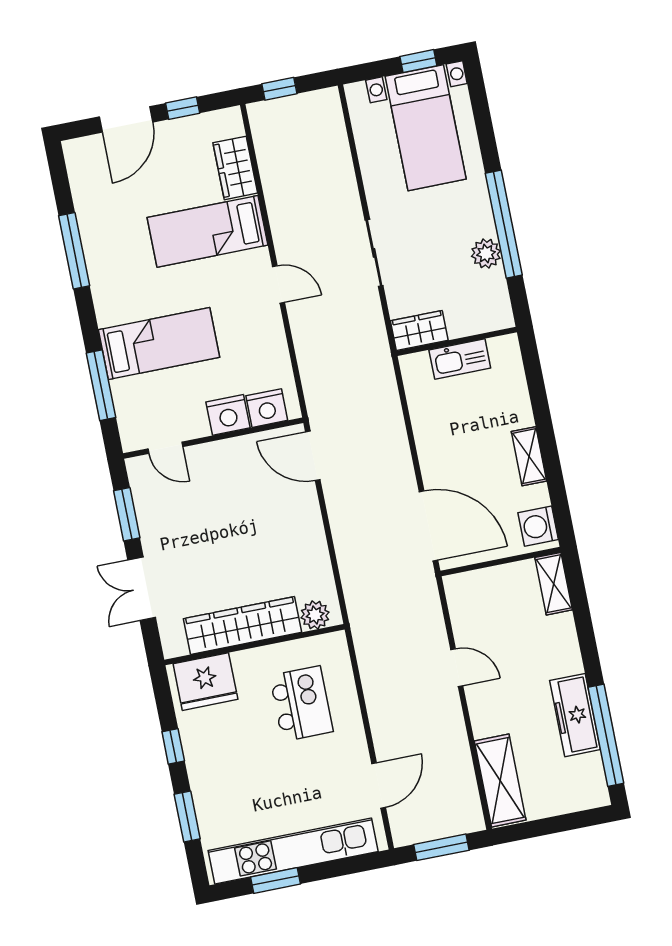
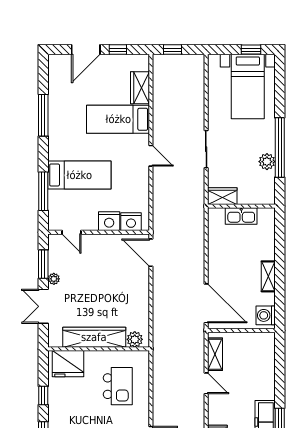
plant: (150, 536) -> (54, 279), added
shelving: (554, 584) -> (215, 354), moved

